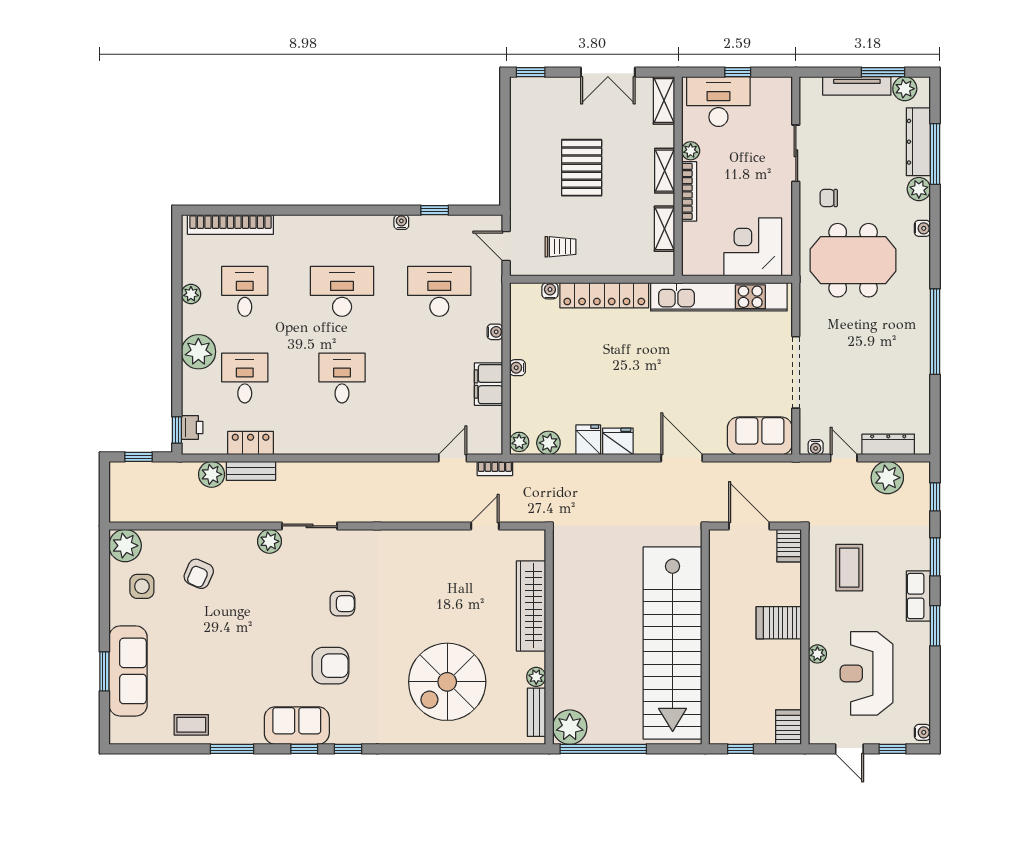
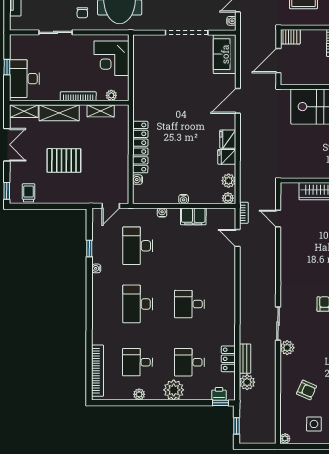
plant: (691, 151) -> (111, 95), moved
shelving: (665, 171) -> (59, 113), width x1.50, depth x1.33
trolley: (560, 247) -> (29, 193), moved
kitchen unit: (719, 297) -> (141, 79), removed
plant: (125, 546) -> (285, 439), width x0.53, depth x0.53

